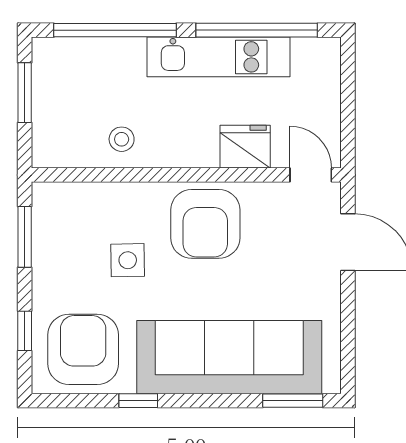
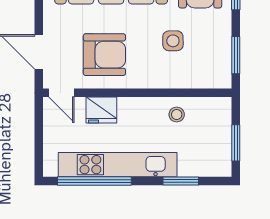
window: (115, 30) -> (181, 181), width x0.47
kitchen unit: (218, 57) -> (118, 165), width x1.36
armchair: (205, 224) -> (104, 55), moved, turned 90

